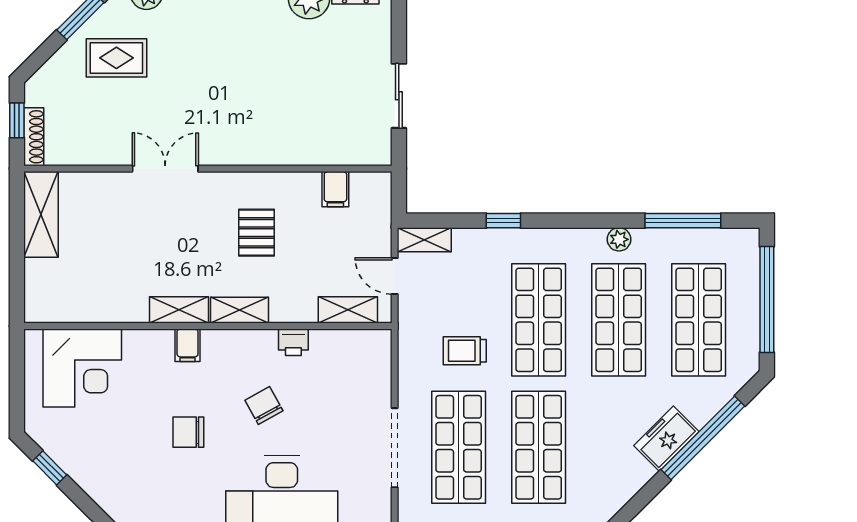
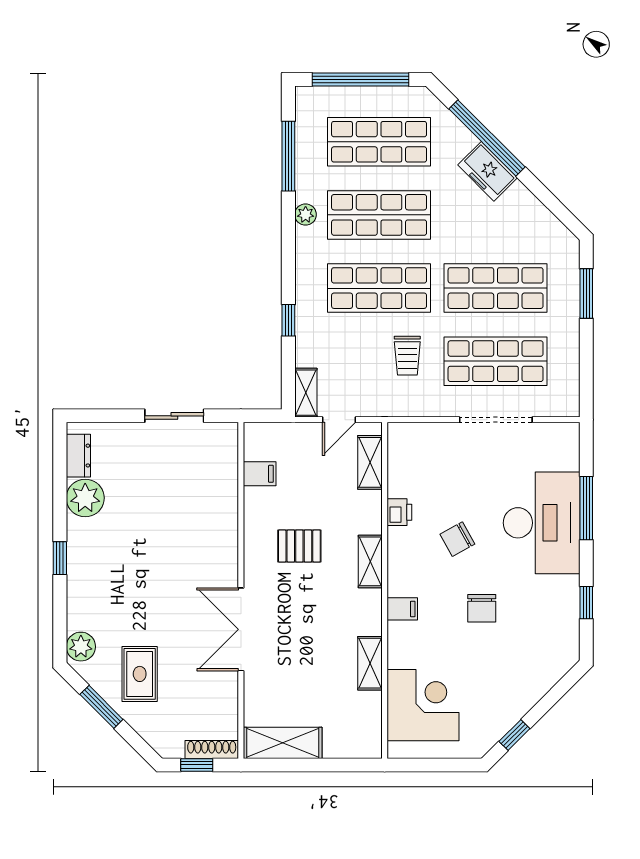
double door: (165, 169) -> (241, 629), width x1.37
shelving: (179, 310) -> (370, 663), moved

